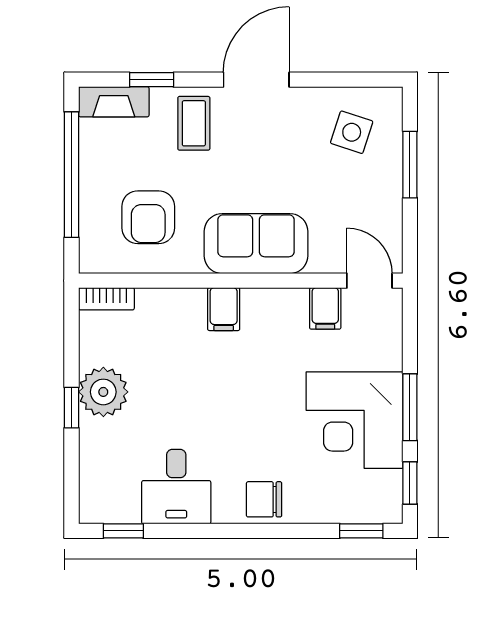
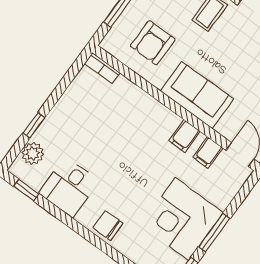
filing cabinet: (224, 309) -> (185, 136), moved
plant: (103, 392) -> (33, 153), moved, width x0.73, depth x0.73
window: (72, 408) -> (34, 125), moved

